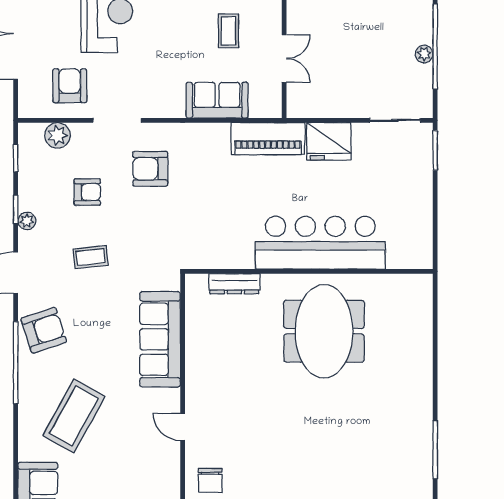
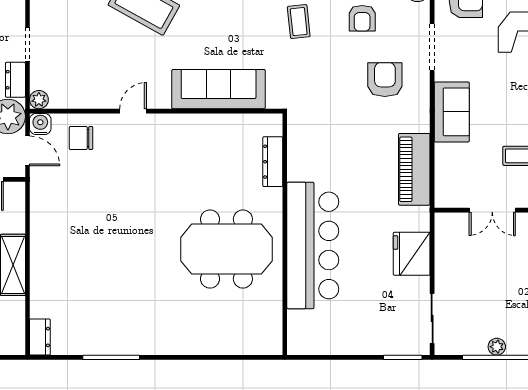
sofa: (217, 100) -> (452, 112), moved
piano: (268, 139) -> (414, 169), moved

